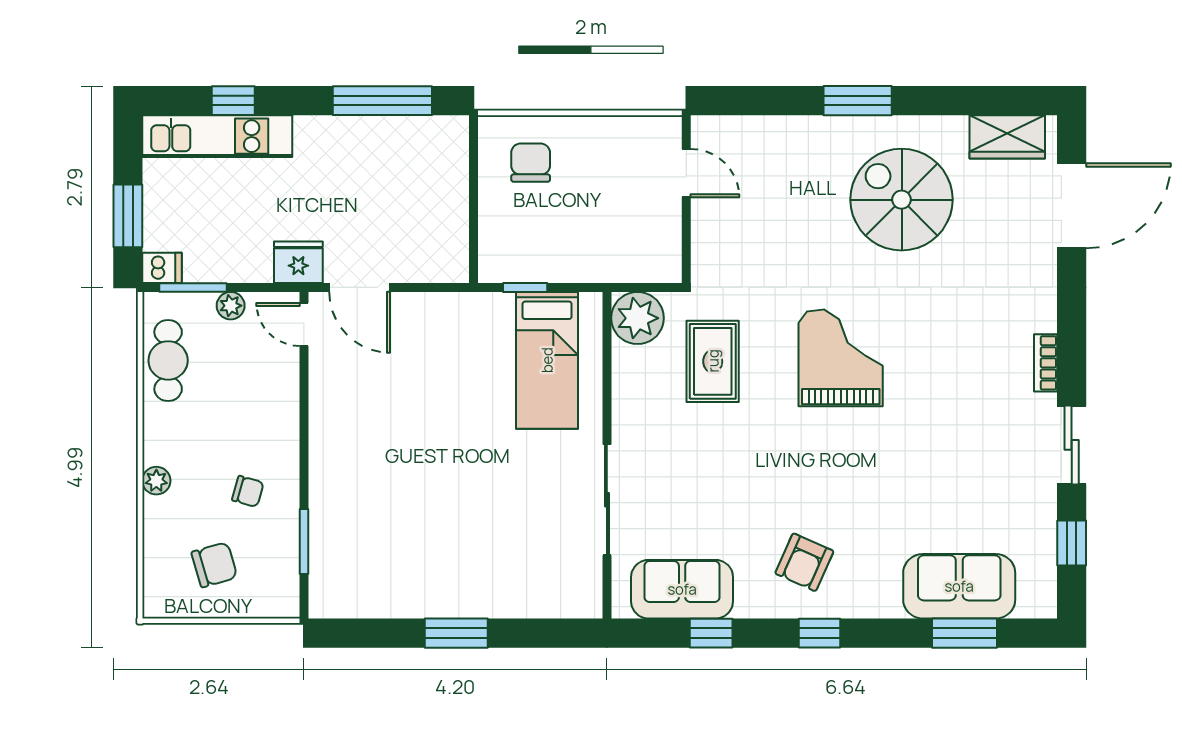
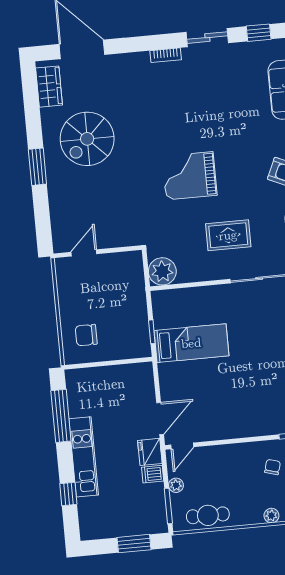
kitchen unit: (217, 136) -> (84, 457), moved
dishwasher: (162, 268) -> (153, 474), moved, turned -90
grand piano: (841, 358) -> (190, 176), moved
bed: (547, 360) -> (191, 343), moved
rug: (713, 361) -> (228, 235), moved

